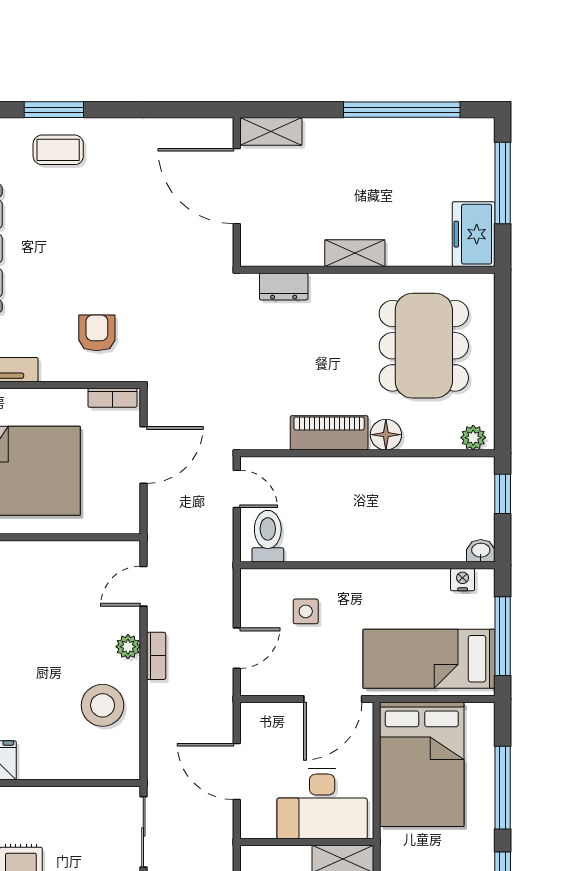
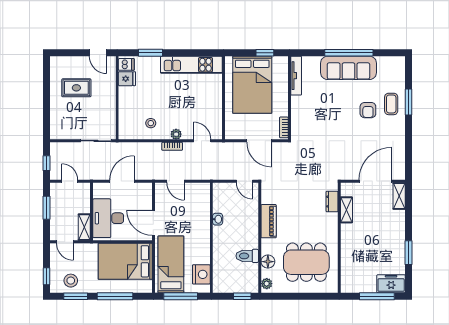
window: (402, 110) -> (409, 253), width x0.47
freezer: (474, 234) -> (391, 284), moved
shelving: (355, 253) -> (346, 210), moved
armchair: (97, 333) -> (368, 110), moved, turned 90
floor lamp: (386, 435) -> (268, 262), moved
door: (237, 489) -> (244, 181), hinge flipped
toilet: (268, 536) -> (247, 256), moved, turned 180
washbasin: (481, 551) -> (218, 219), moved
nightstand: (463, 580) -> (201, 274), width x1.89, depth x1.79
side table: (306, 611) -> (191, 211), removed
stool: (103, 705) -> (151, 123), width x0.53, depth x0.53

